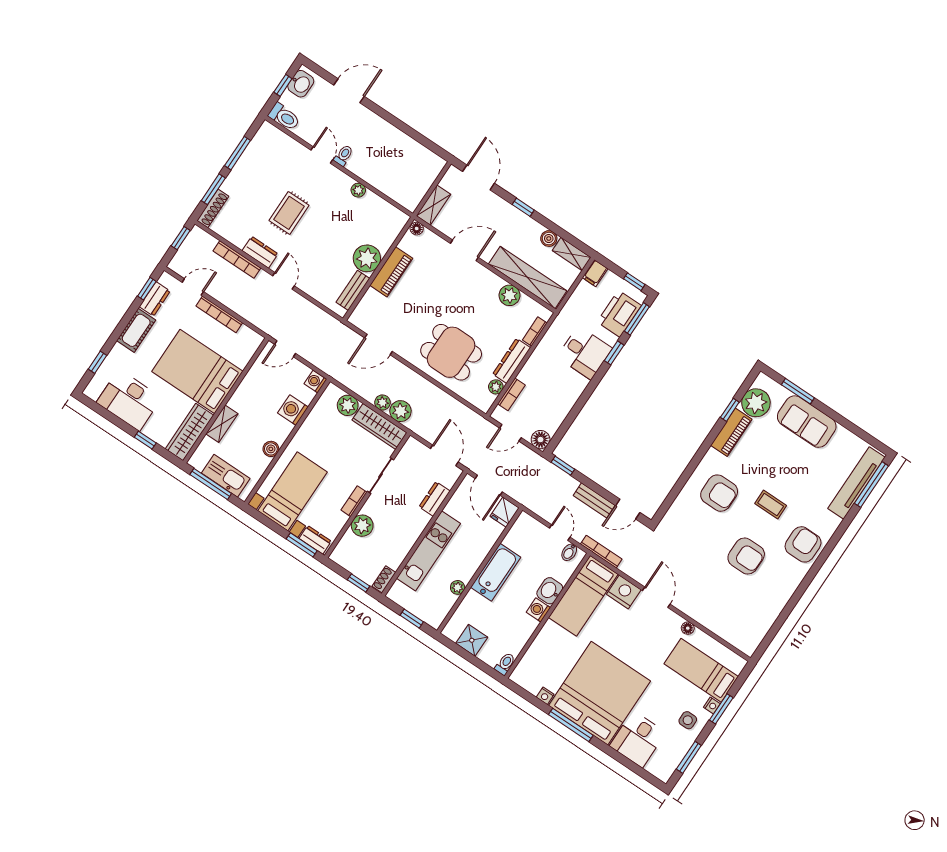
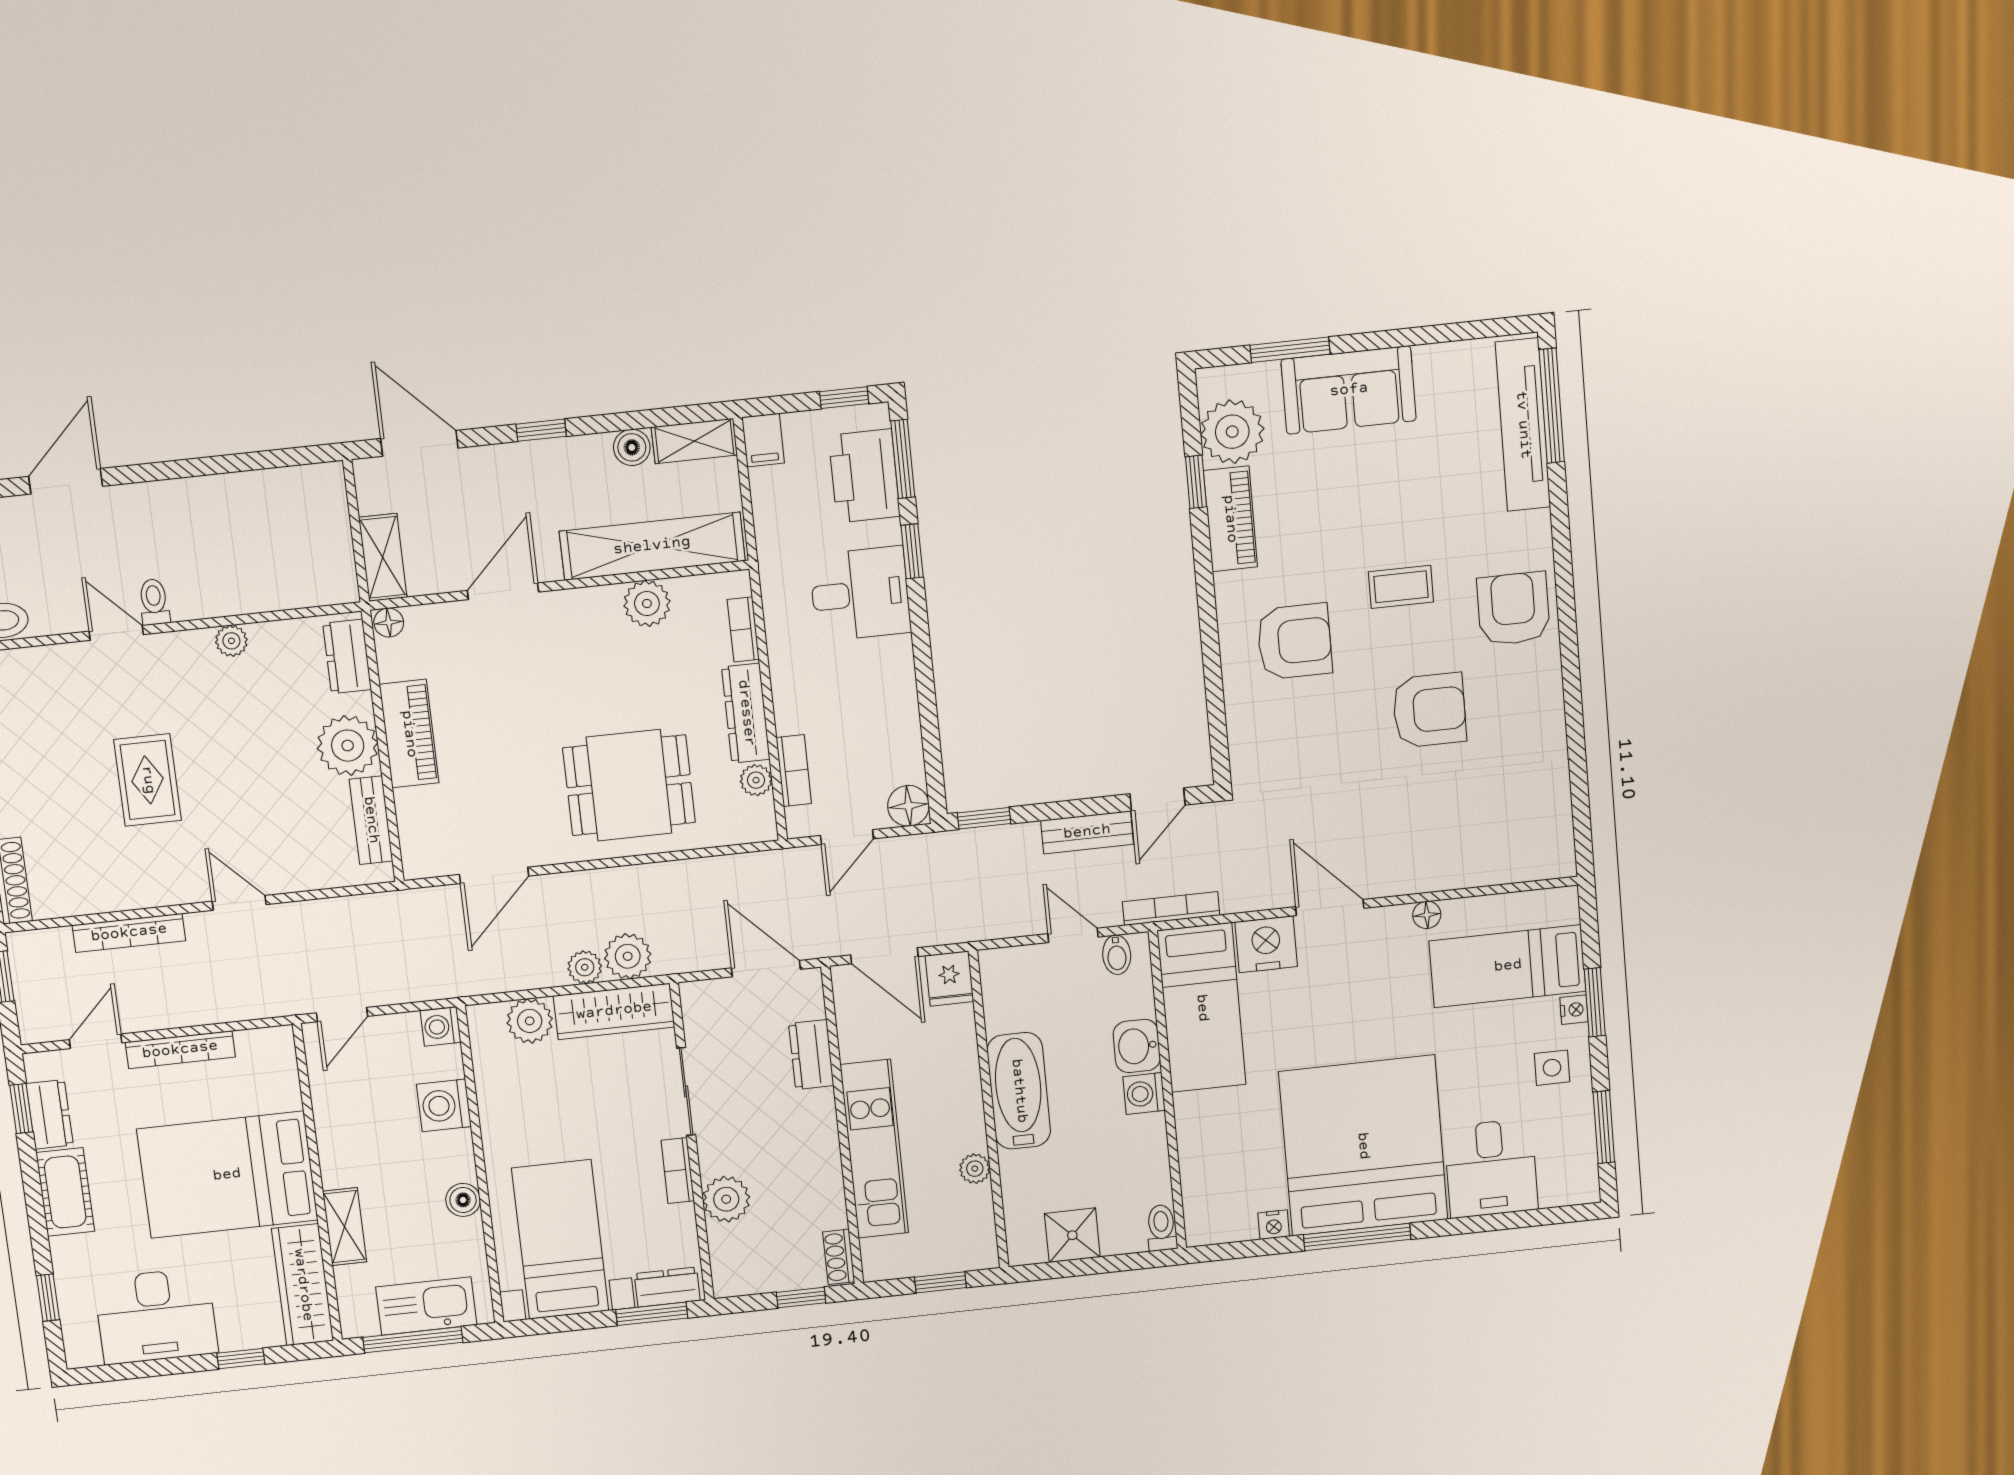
dresser: (260, 252) -> (347, 656), moved, turned -90

